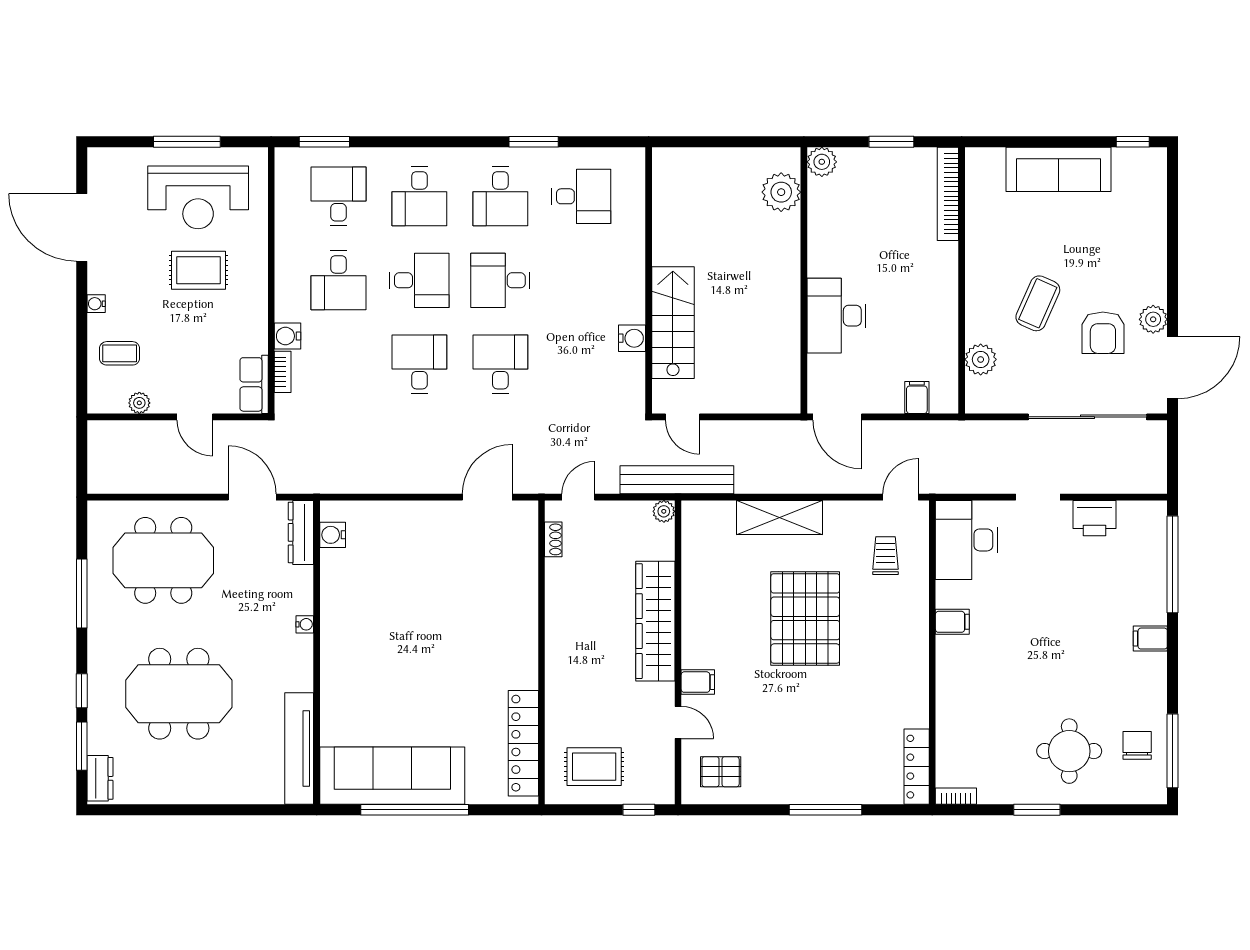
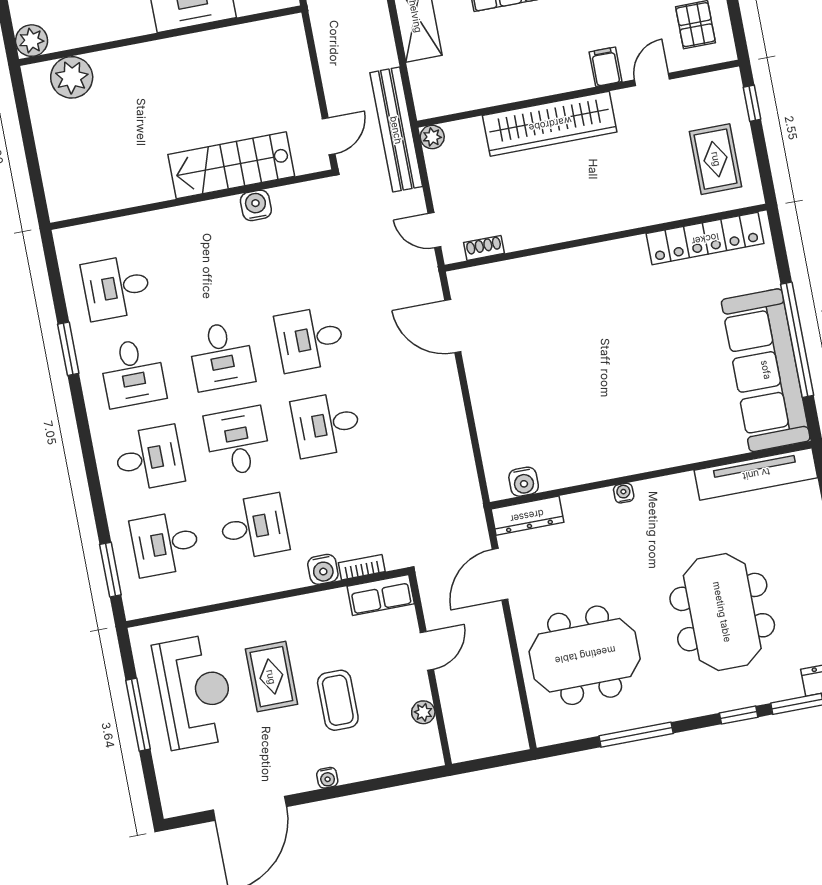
desk: (500, 196) -> (133, 373), turned 90
desk: (581, 196) -> (116, 287), turned -90
coffee table: (120, 353) -> (338, 700), moved, width x1.36, depth x1.30
meeting table: (163, 560) -> (585, 655), turned 90

